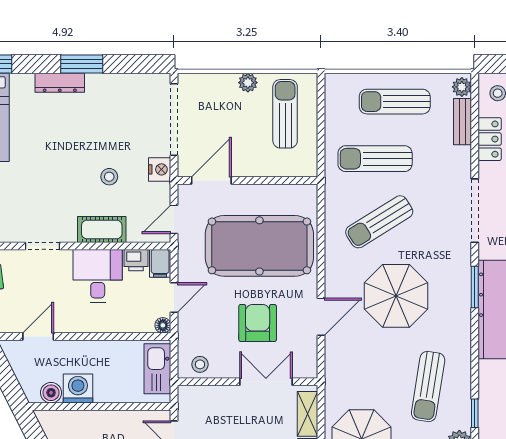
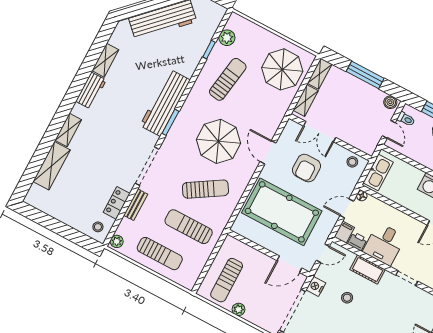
bench: (463, 122) -> (136, 205), moved
sun lounger: (375, 159) -> (189, 227), turned 180
door: (321, 317) -> (268, 152), hinge flipped

